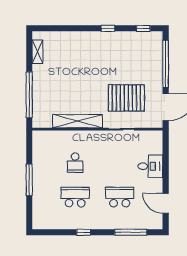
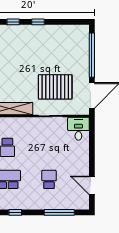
window: (143, 28) -> (13, 22), moved
desk: (150, 166) -> (78, 129), moved, turned -90
school desk: (120, 197) -> (49, 179), width x0.54

